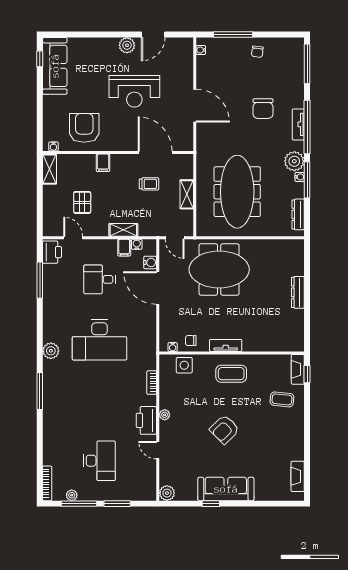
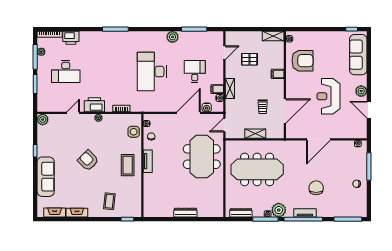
sofa: (55, 66) -> (358, 55), moved, turned 90
chair: (263, 109) -> (316, 188), turned 90
printer: (52, 252) -> (71, 38), moved
plant: (51, 351) -> (172, 37), moved
fireplace: (298, 369) -> (77, 213), moved
sofa: (226, 489) -> (46, 177), moved

